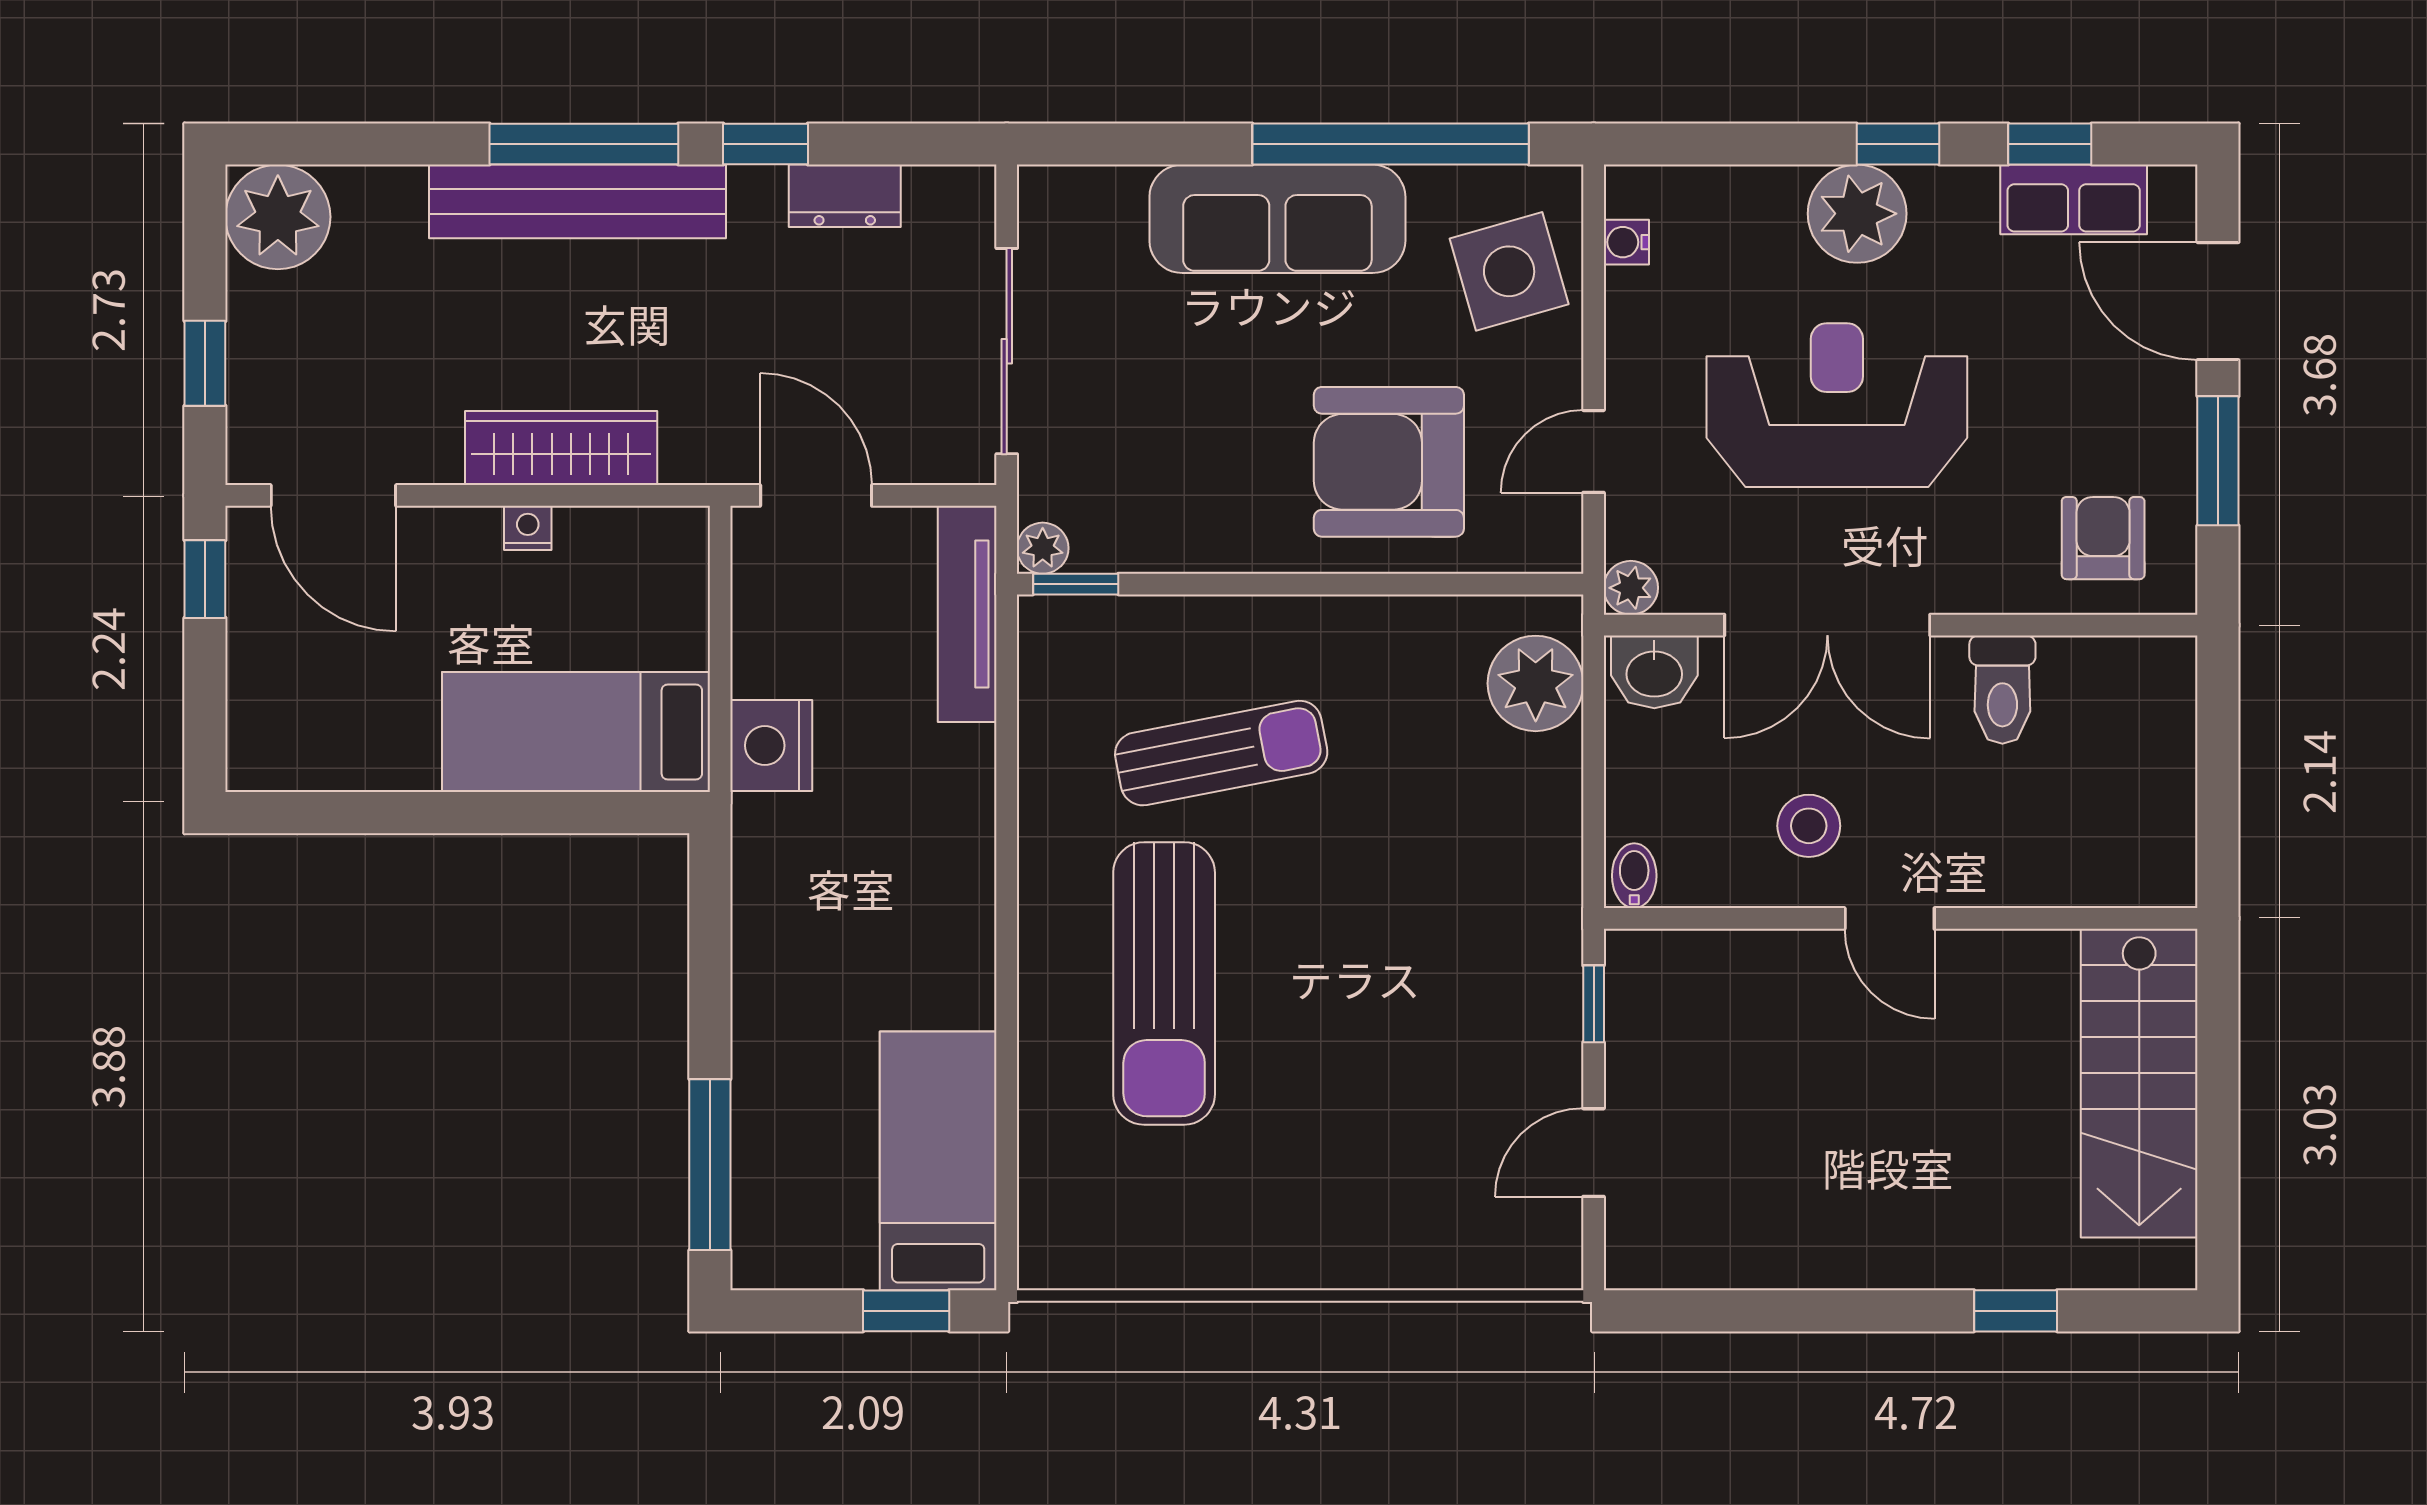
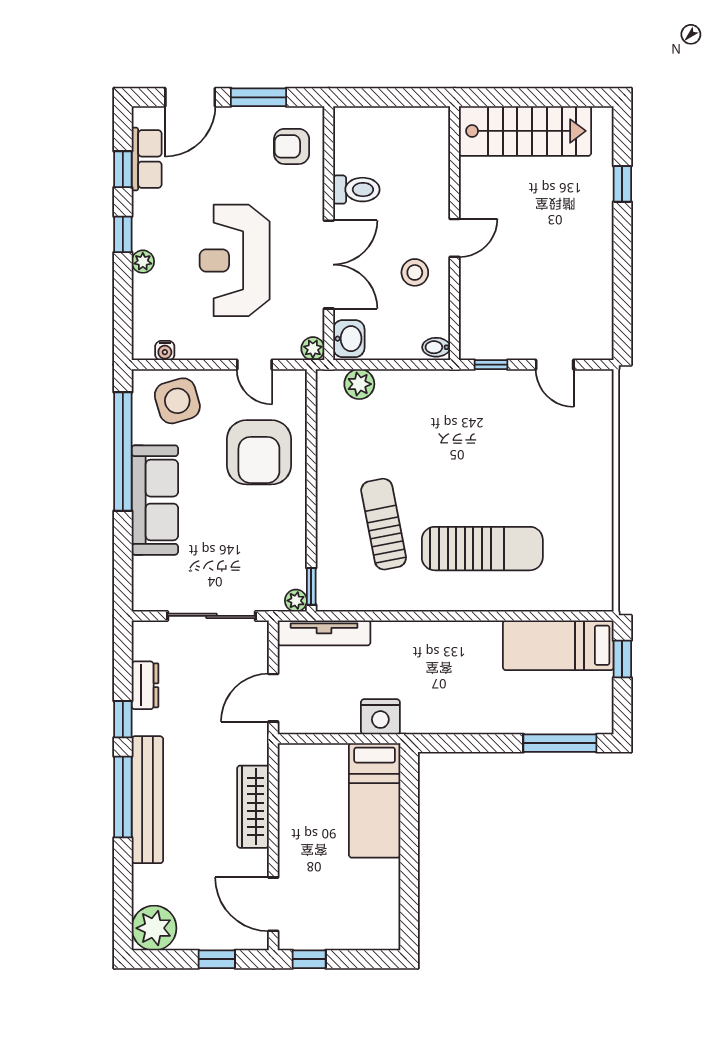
plant: (1857, 214) -> (143, 262), width x0.53, depth x0.53
door: (333, 495) -> (273, 904), swing flipped
nightstand: (528, 528) -> (287, 821), removed
plant: (1536, 683) -> (359, 384), width x0.73, depth x0.73

